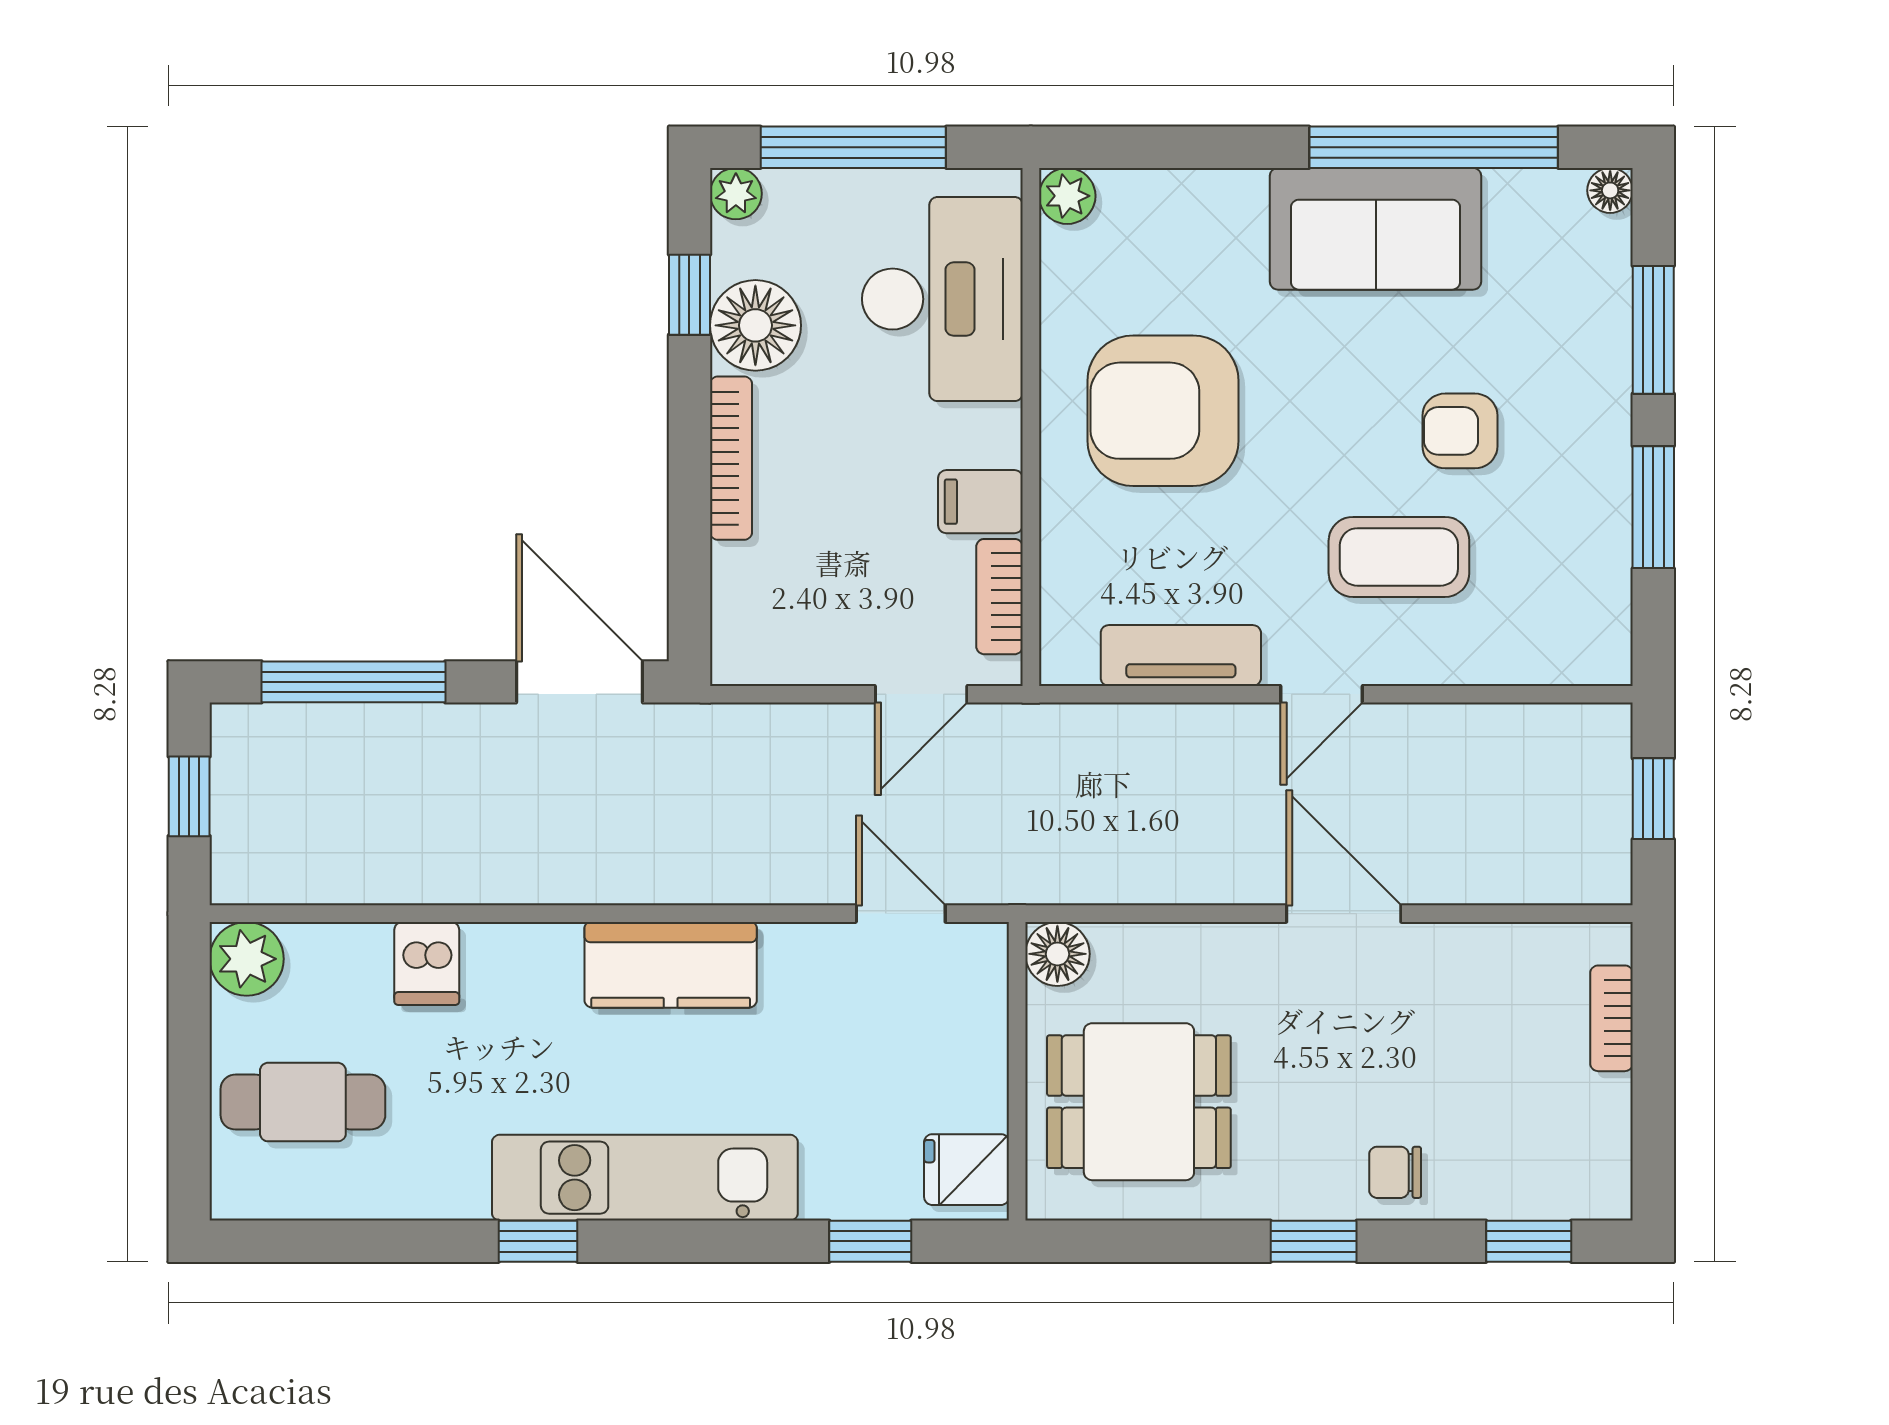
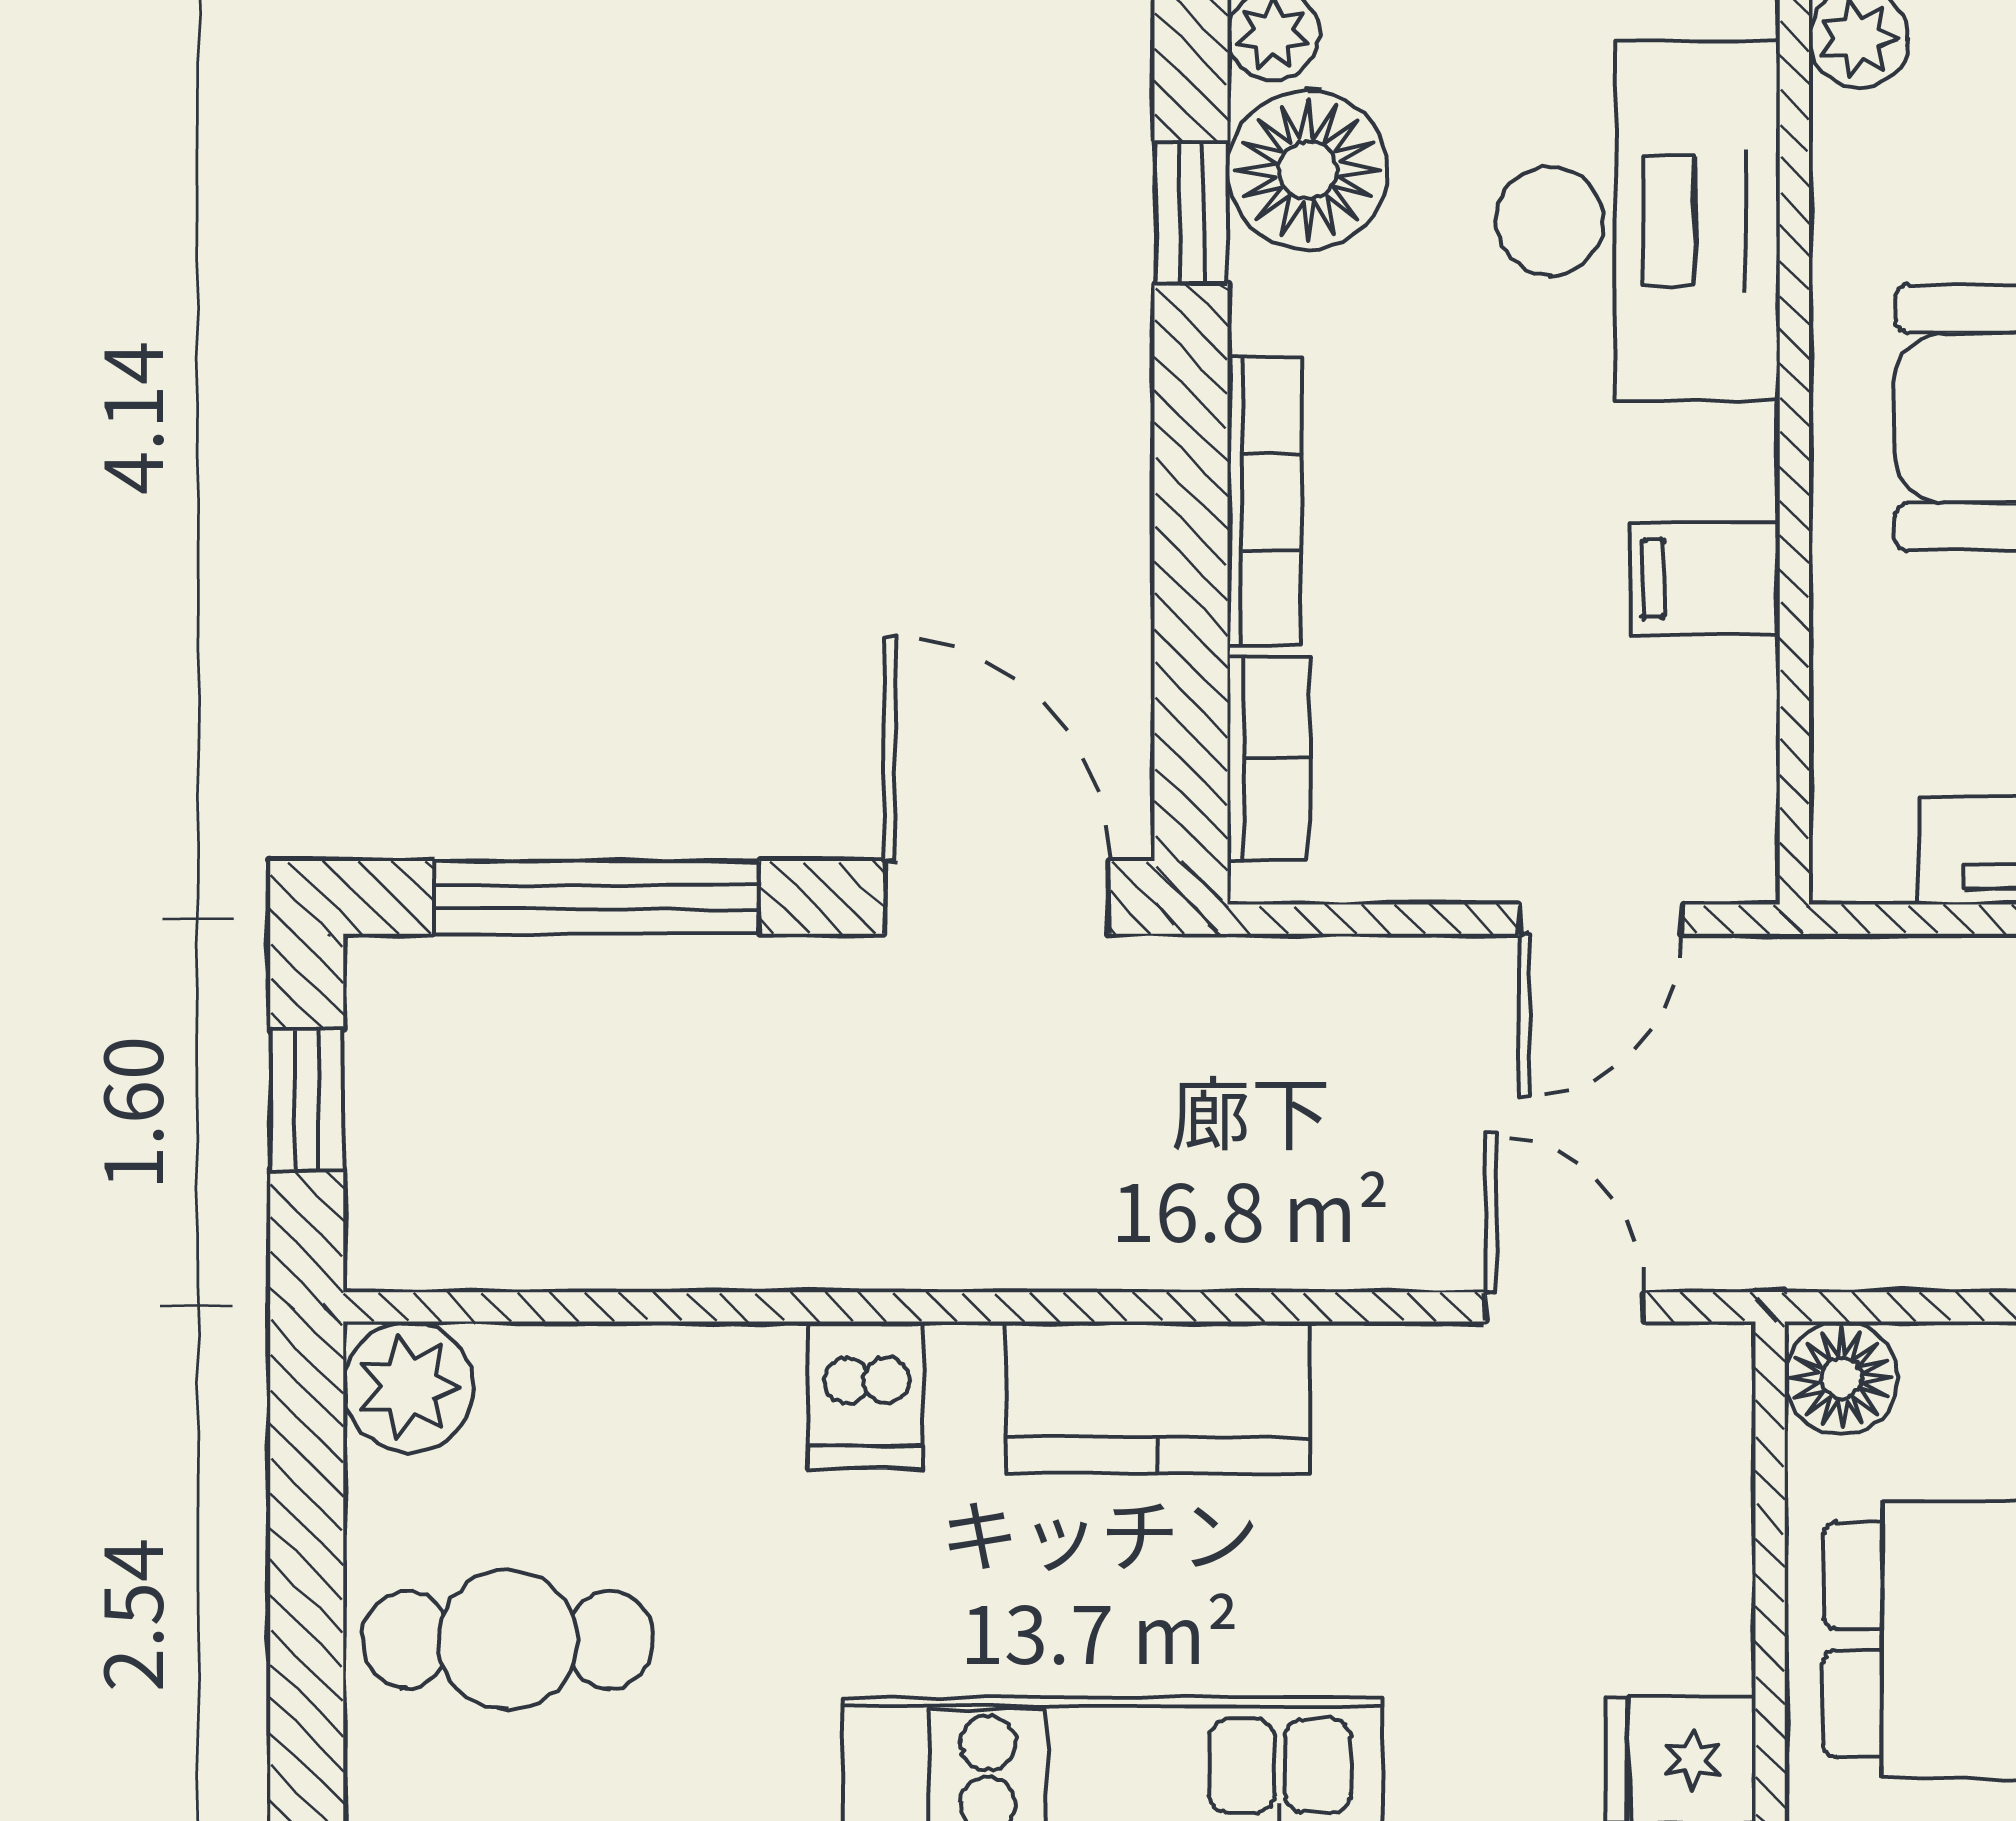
floor lamp: (755, 325) -> (1308, 170), moved
bookcase: (999, 597) -> (1268, 758), moved, turned 180
dishwasher: (427, 964) -> (866, 1395), moved

